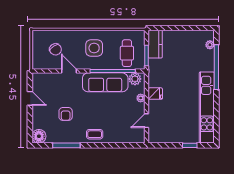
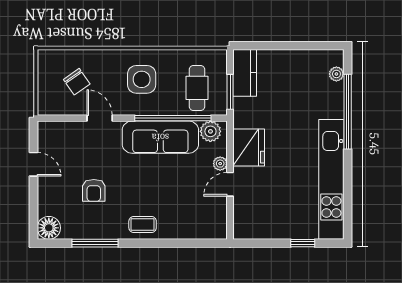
fridge: (155, 94) -> (249, 147), width x1.88, depth x1.34
door: (147, 121) -> (230, 184), moved

